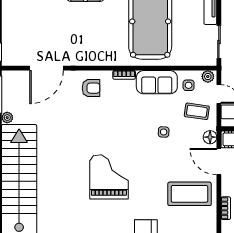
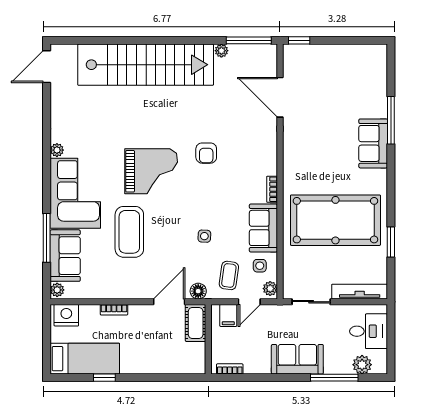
armchair: (91, 88) -> (206, 153), moved
coffee table: (190, 194) -> (129, 232), moved

